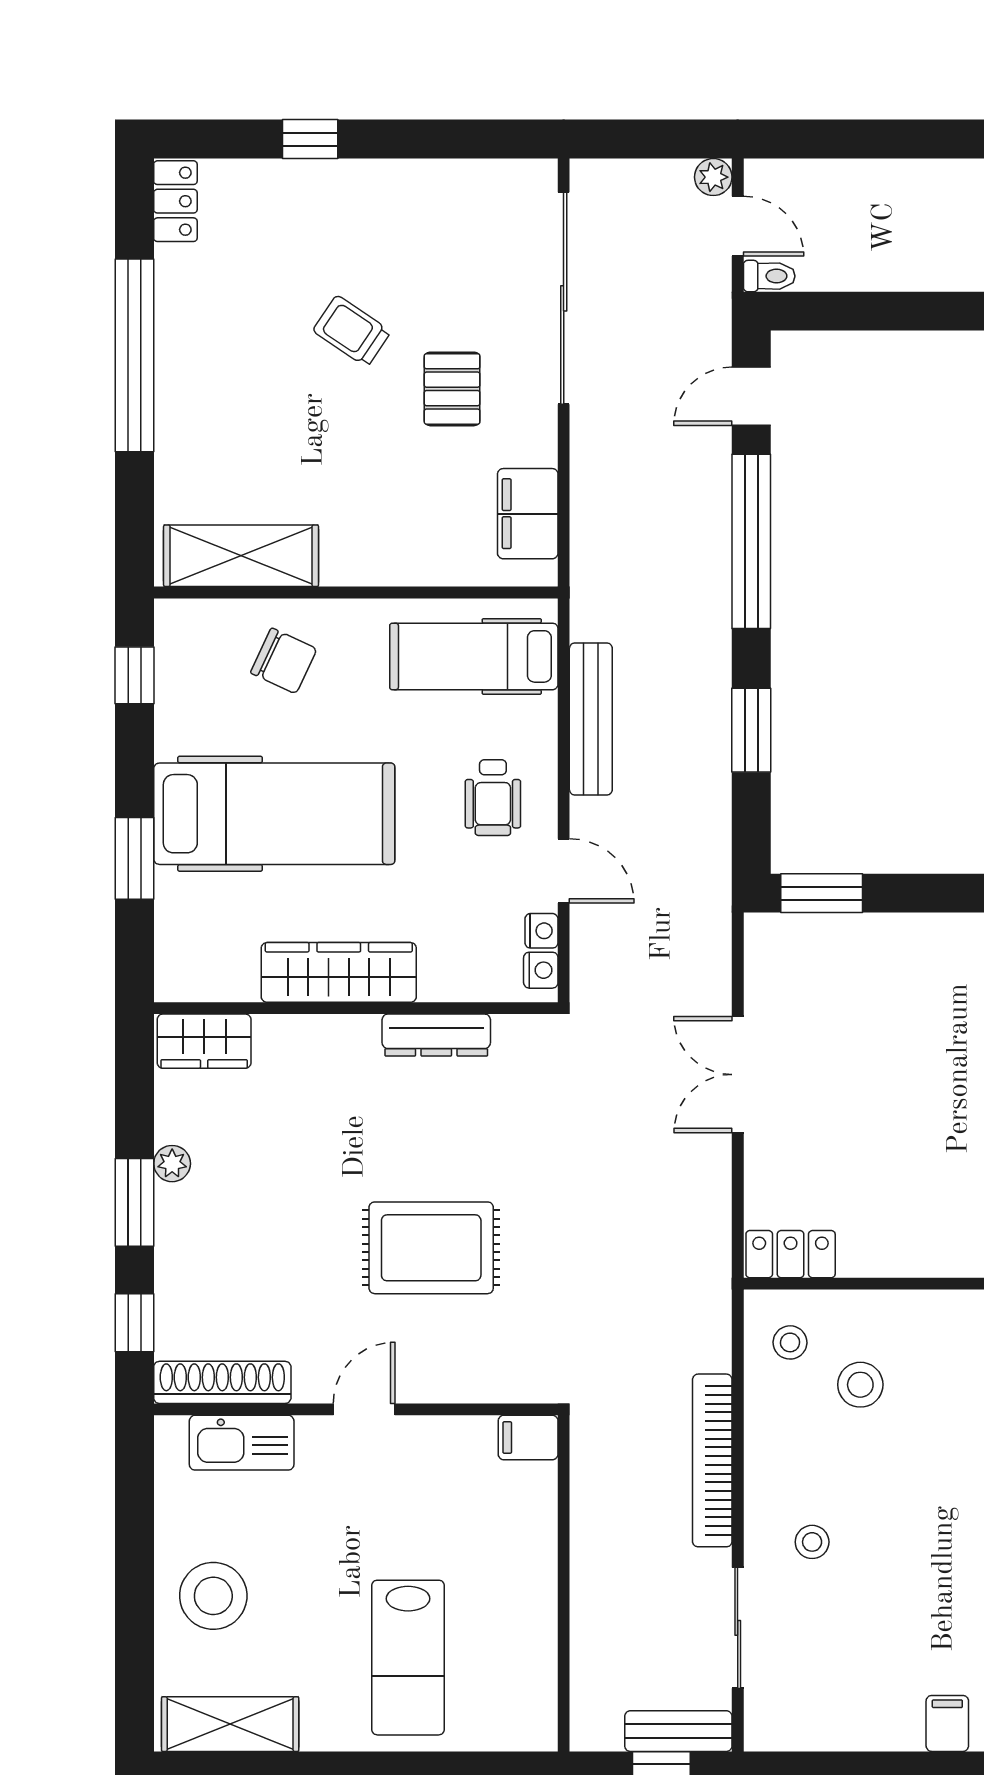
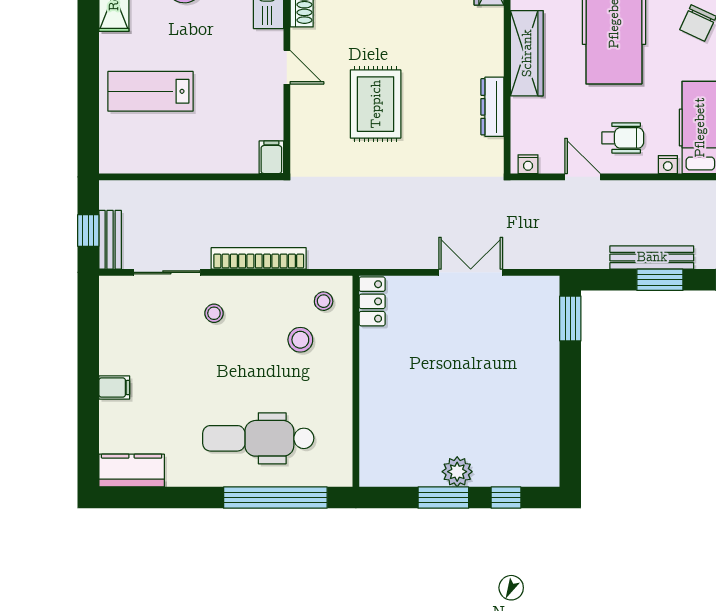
bench: (591, 719) -> (652, 257), moved
wheelchair: (493, 798) -> (623, 138), turned 180
door: (564, 871) -> (583, 177), swing flipped
nightstand: (541, 931) -> (668, 165), moved

